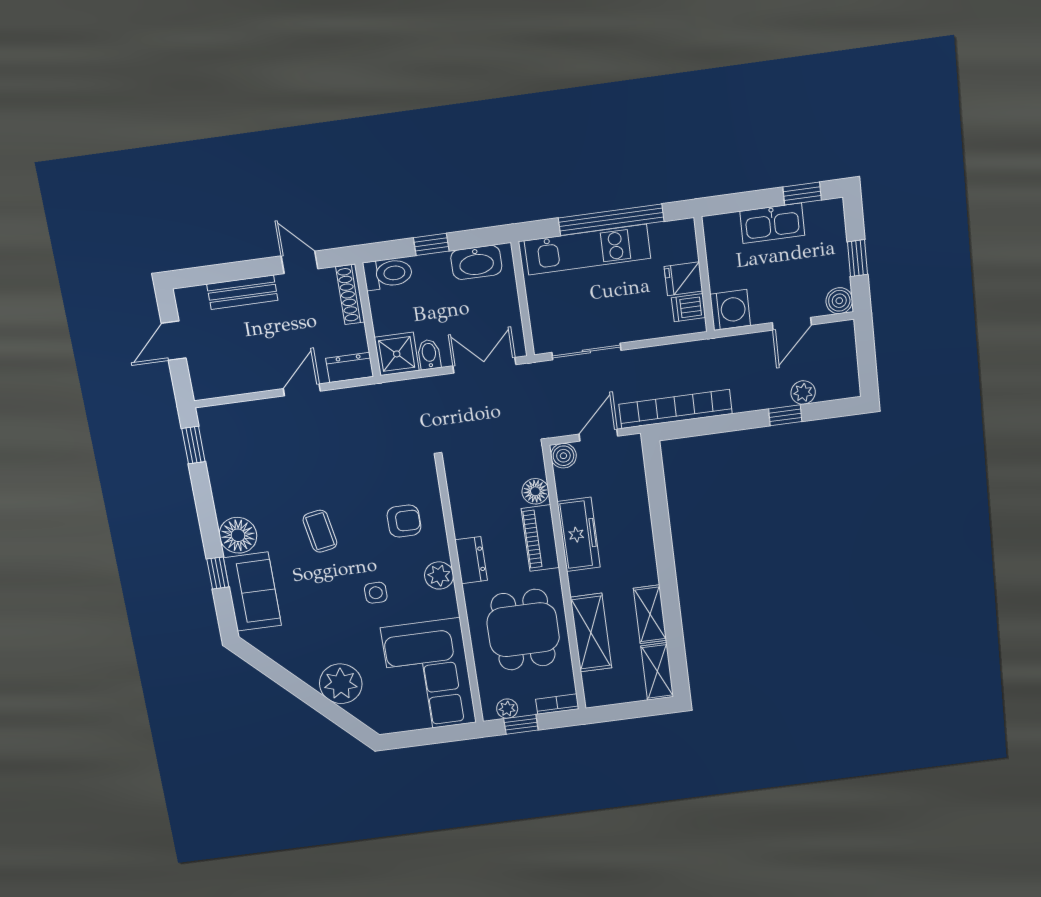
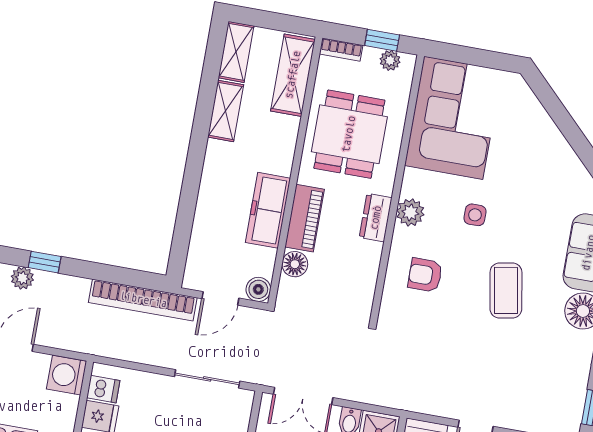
coffee table: (320, 531) -> (506, 290), width x1.36, depth x1.30
shelving: (591, 633) -> (293, 75), moved
plant: (341, 684) -> (539, 136), removed

